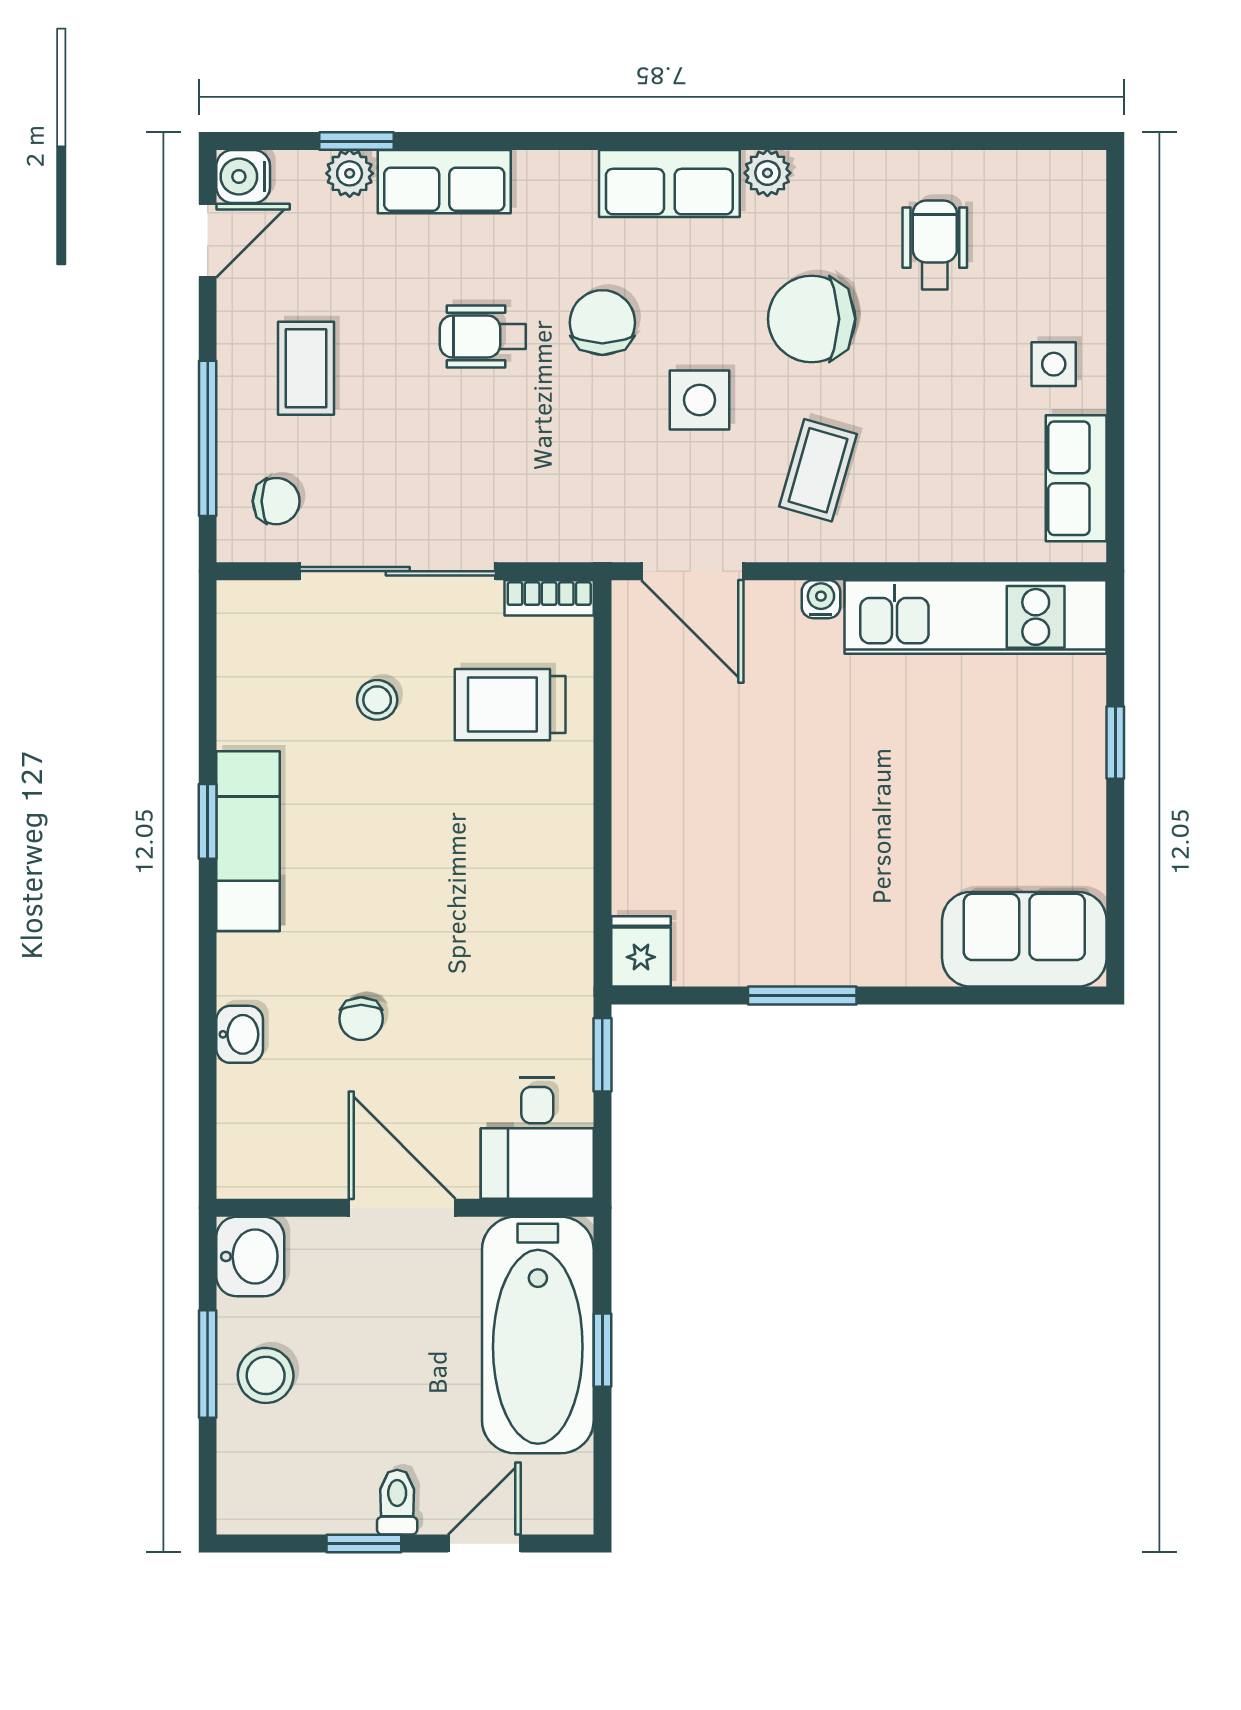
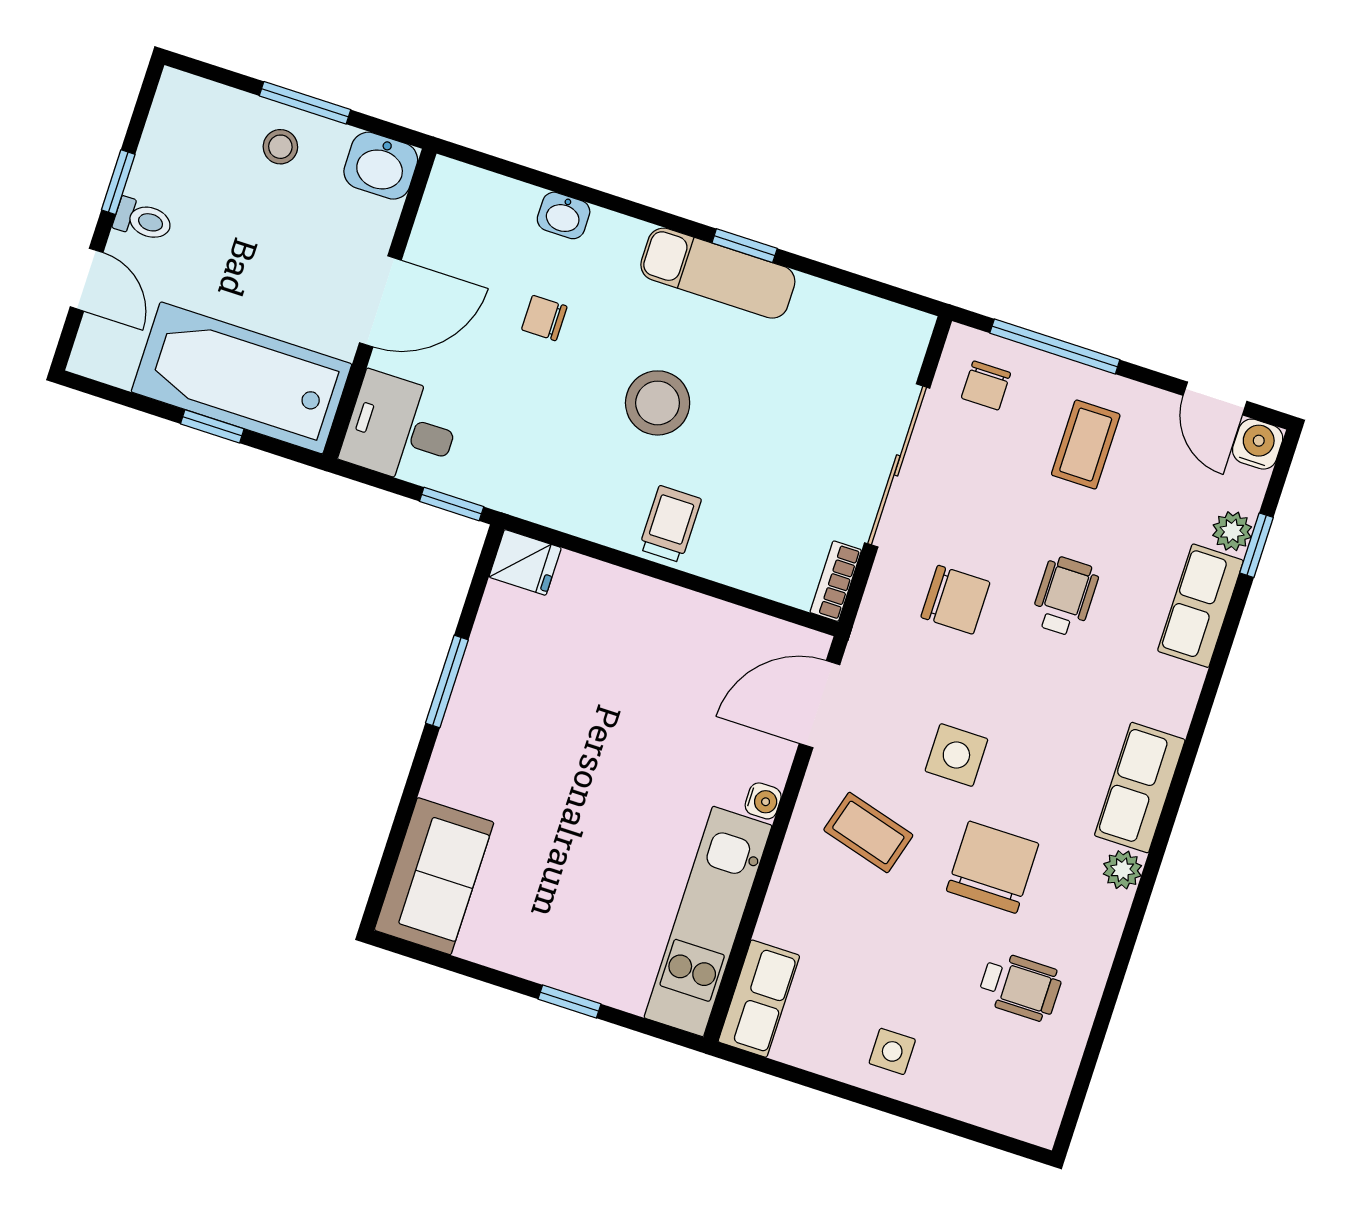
chair: (602, 323) -> (955, 600), moved
coffee table: (306, 368) -> (1086, 445), turned 90
row of seats: (1076, 478) -> (759, 999), moved, turned 90
stool: (377, 700) -> (658, 403), moved, width x1.89, depth x1.89
trolley: (510, 705) -> (670, 524), moved, width x0.73, depth x0.72
stool: (266, 1375) -> (280, 147), width x0.73, depth x0.73

